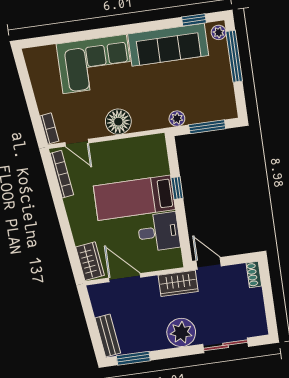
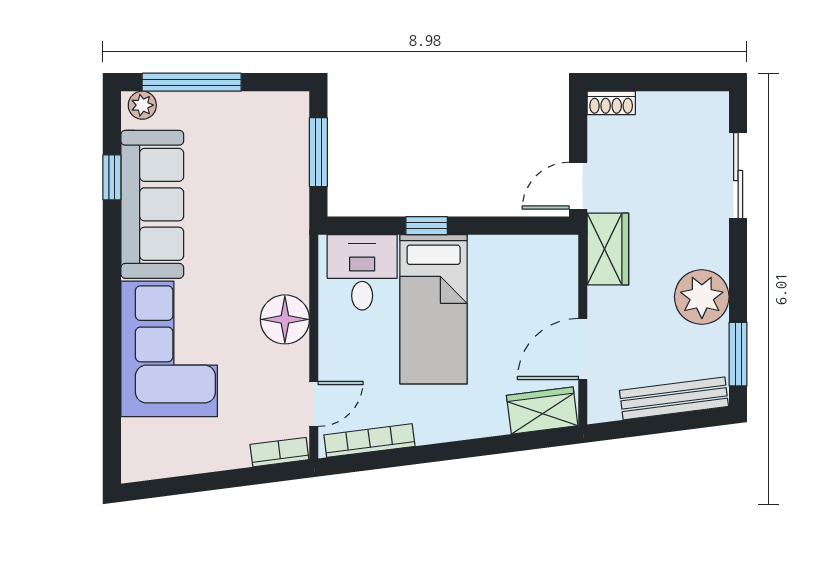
window: (194, 20) -> (112, 177), moved
plant: (177, 118) -> (295, 207), removed
desk: (159, 232) -> (362, 272), moved
plant: (181, 332) -> (702, 297), moved
bench: (108, 336) -> (674, 398), width x1.36

